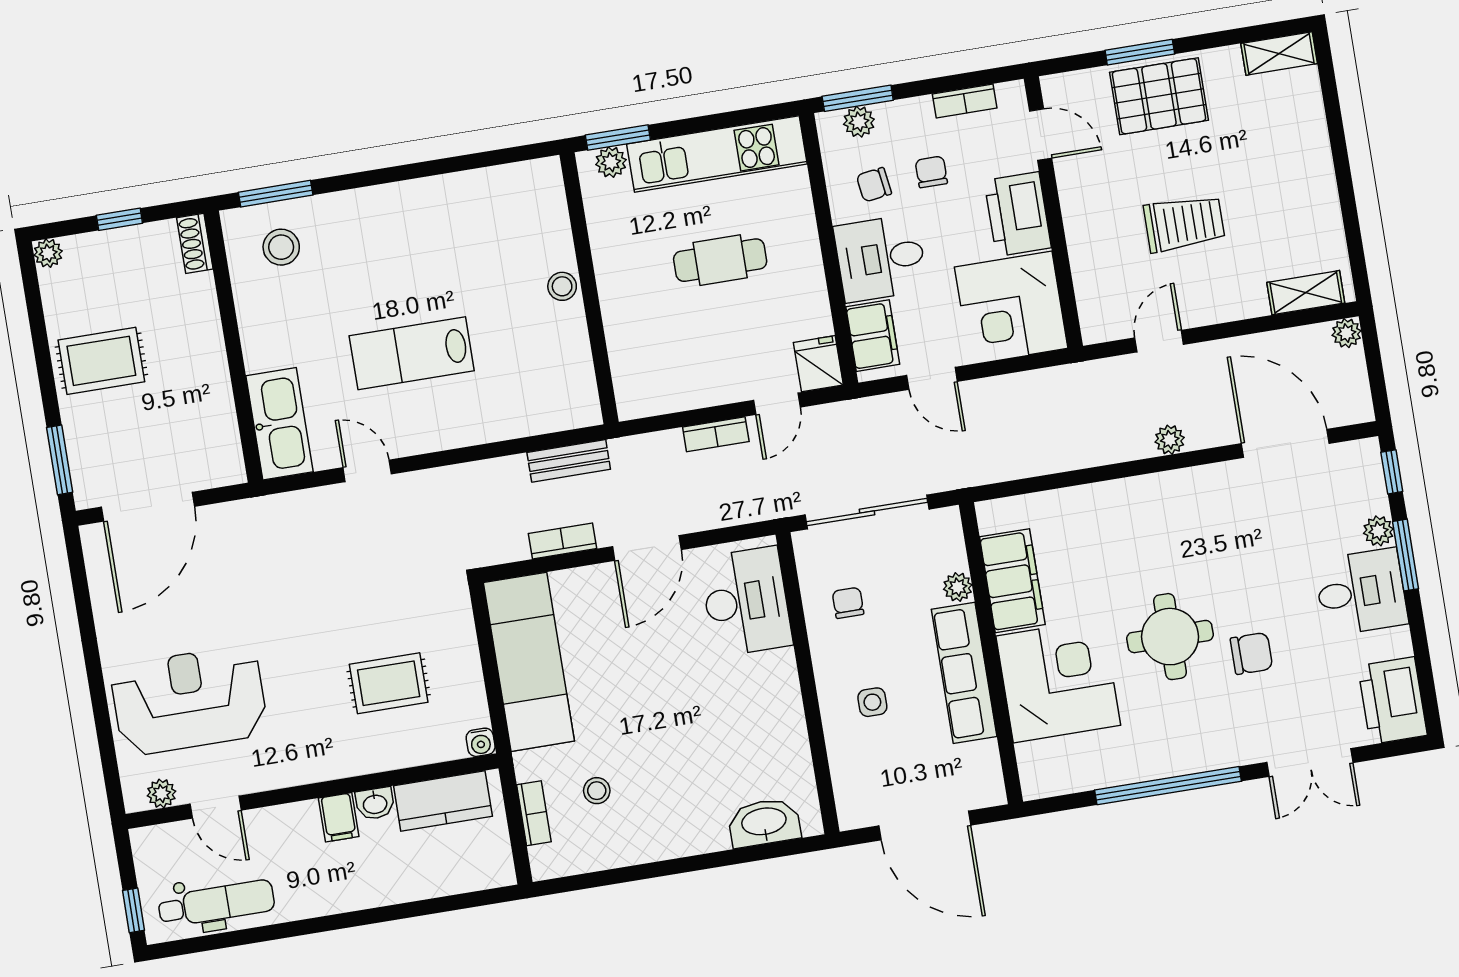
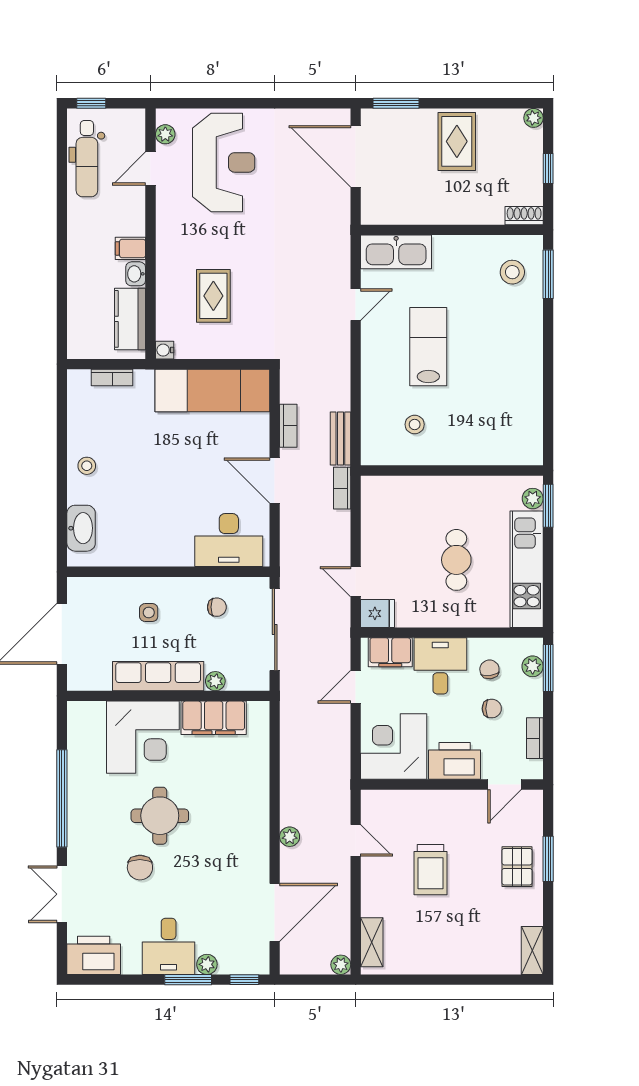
pallet: (1159, 96) -> (517, 867), width x0.67, depth x0.71
stool: (562, 286) -> (415, 424), moved
bookcase: (716, 434) -> (342, 488), moved
stool: (597, 791) -> (87, 466), moved

